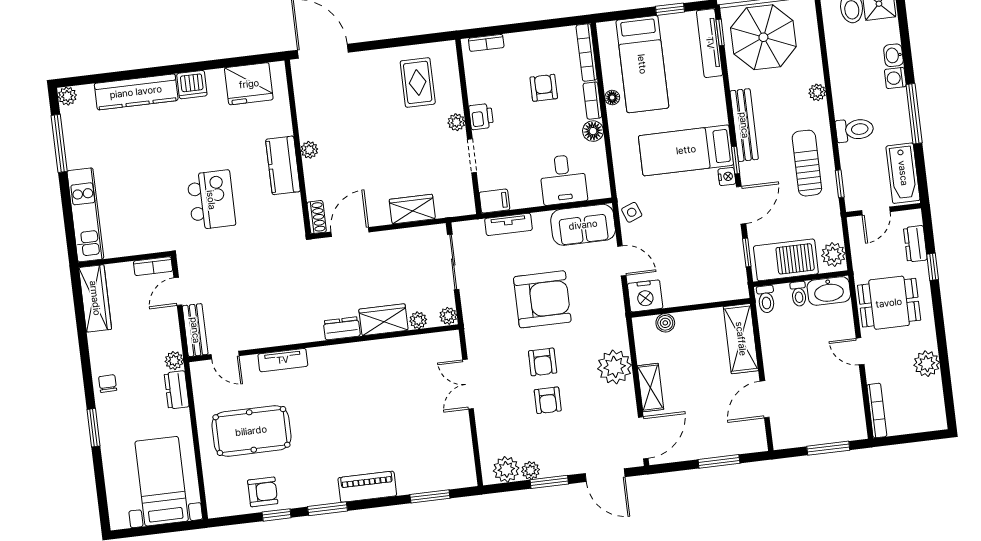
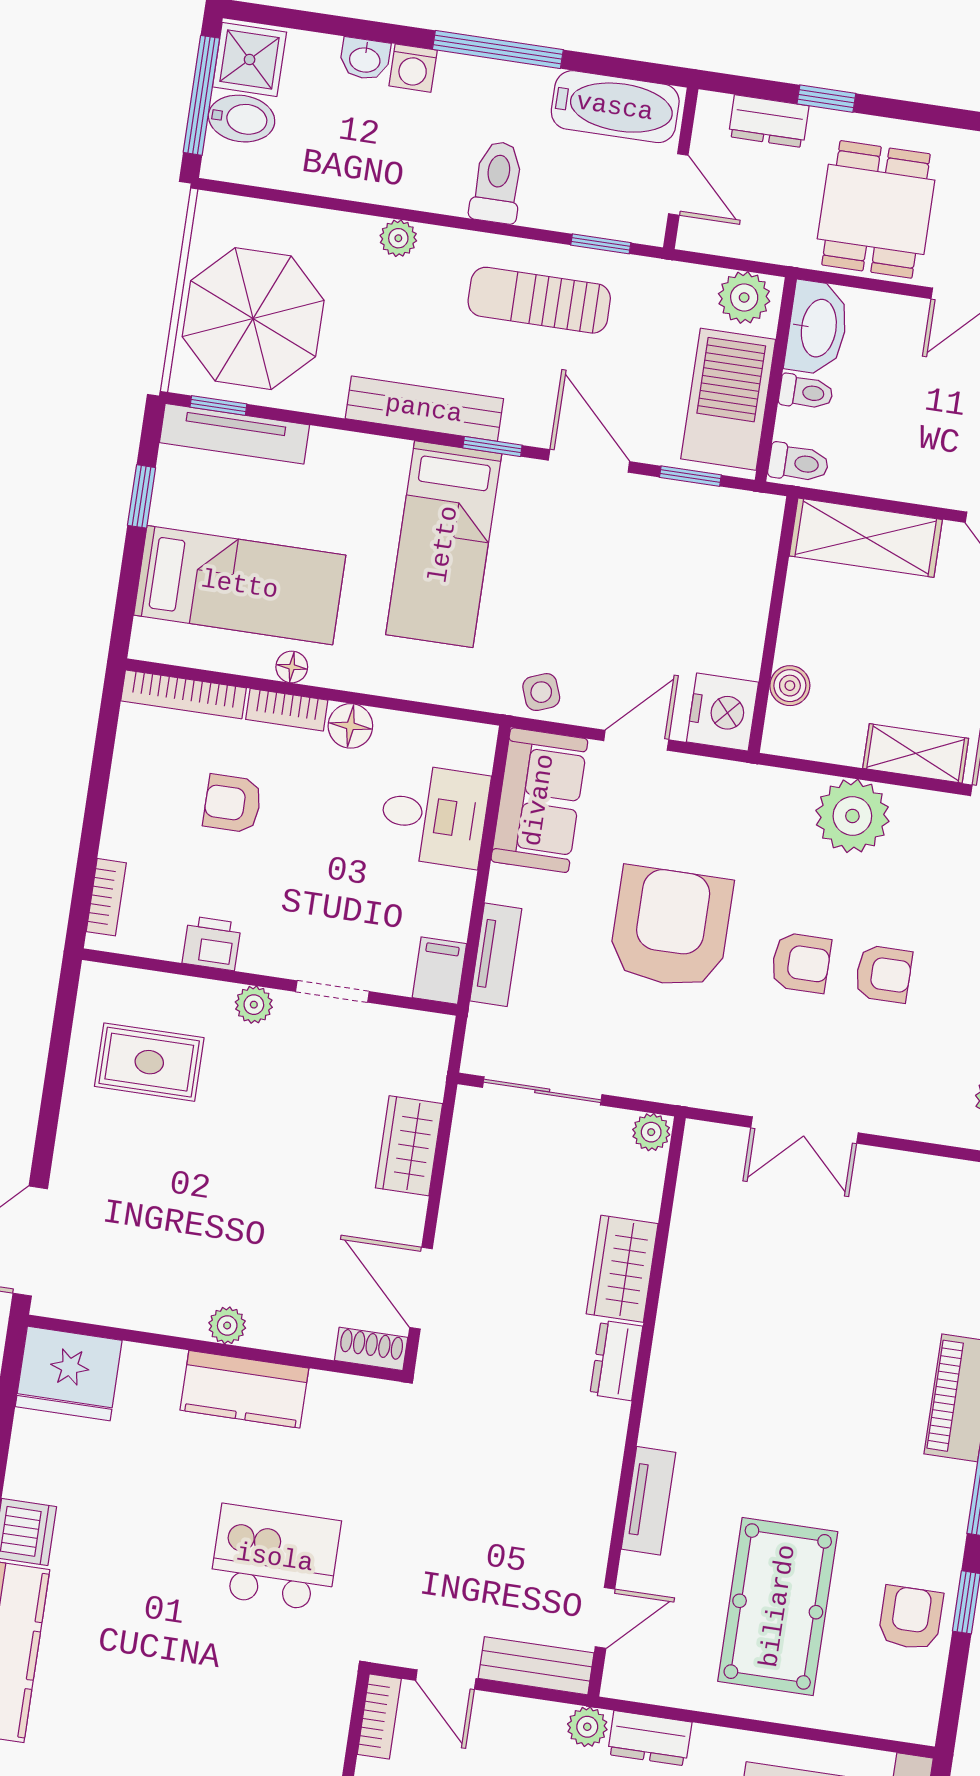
fridge: (249, 84) -> (69, 1373), moved, turned 90
printer: (481, 117) -> (212, 943), moved
nightstand: (727, 176) -> (521, 474), removed
plant: (418, 320) -> (643, 1197), removed

